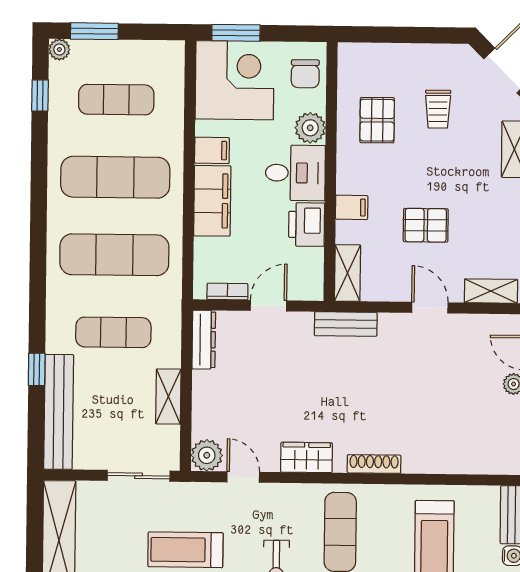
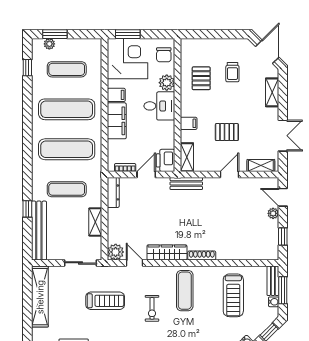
plant: (59, 50) -> (49, 44), moved
printer: (307, 225) -> (165, 160), moved
door: (430, 308) -> (230, 175), hinge flipped
wardrobe: (307, 457) -> (167, 252), width x1.50
treadmill: (185, 550) -> (105, 301), turned 180

